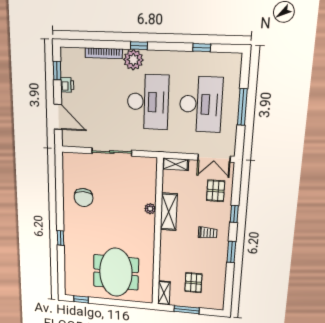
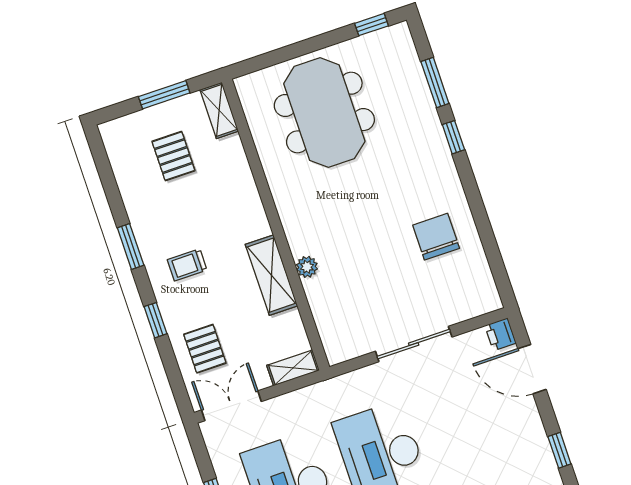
printer: (67, 85) -> (500, 334), moved
window: (61, 264) -> (435, 82), added

